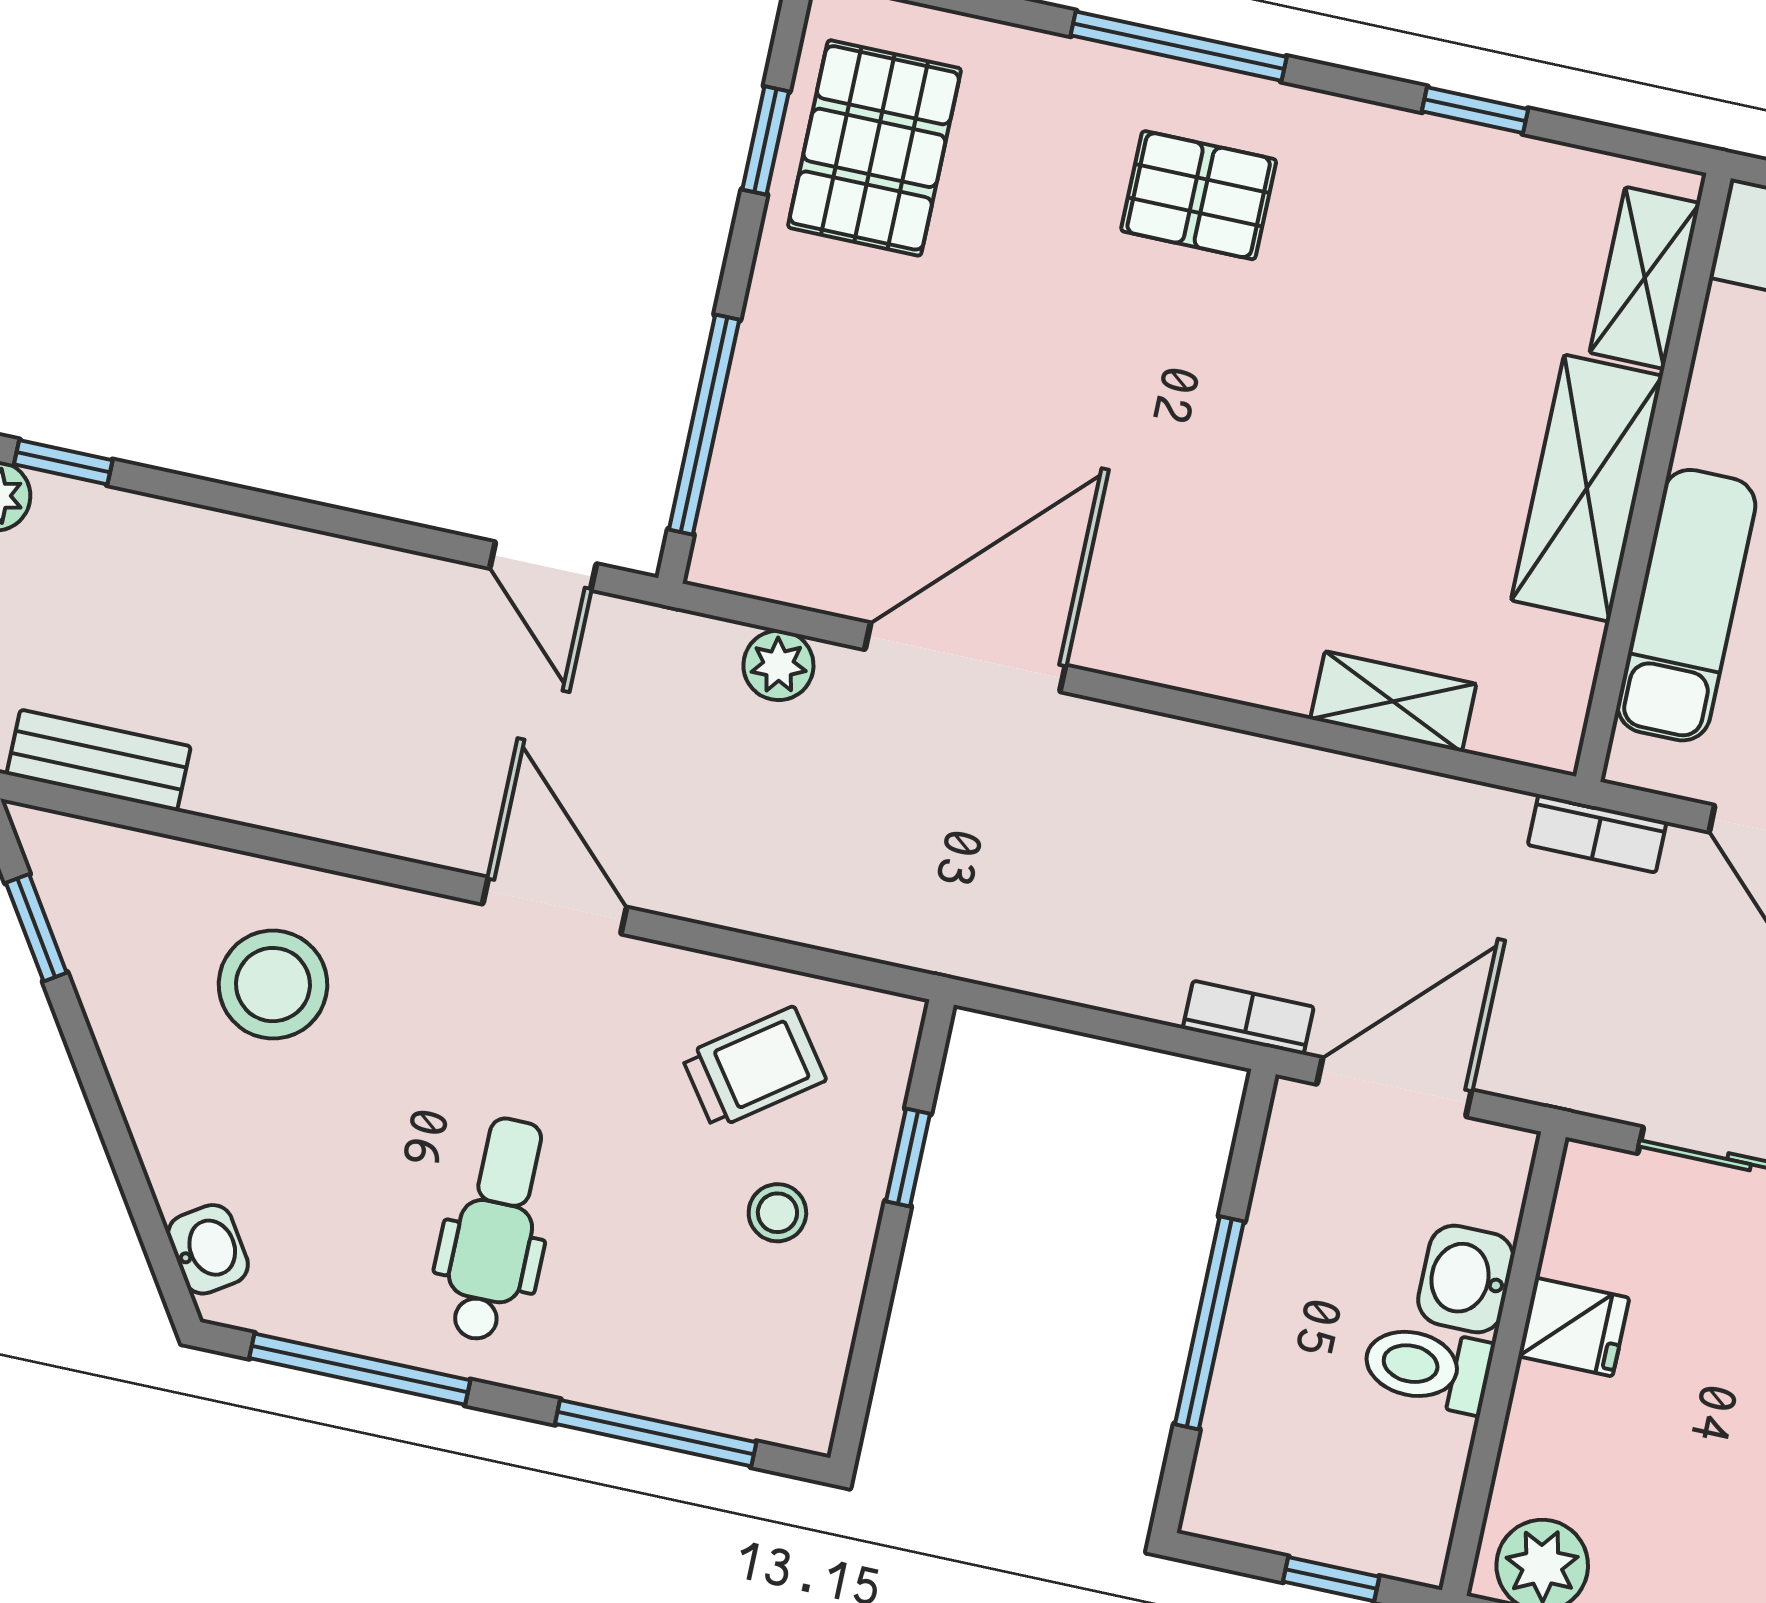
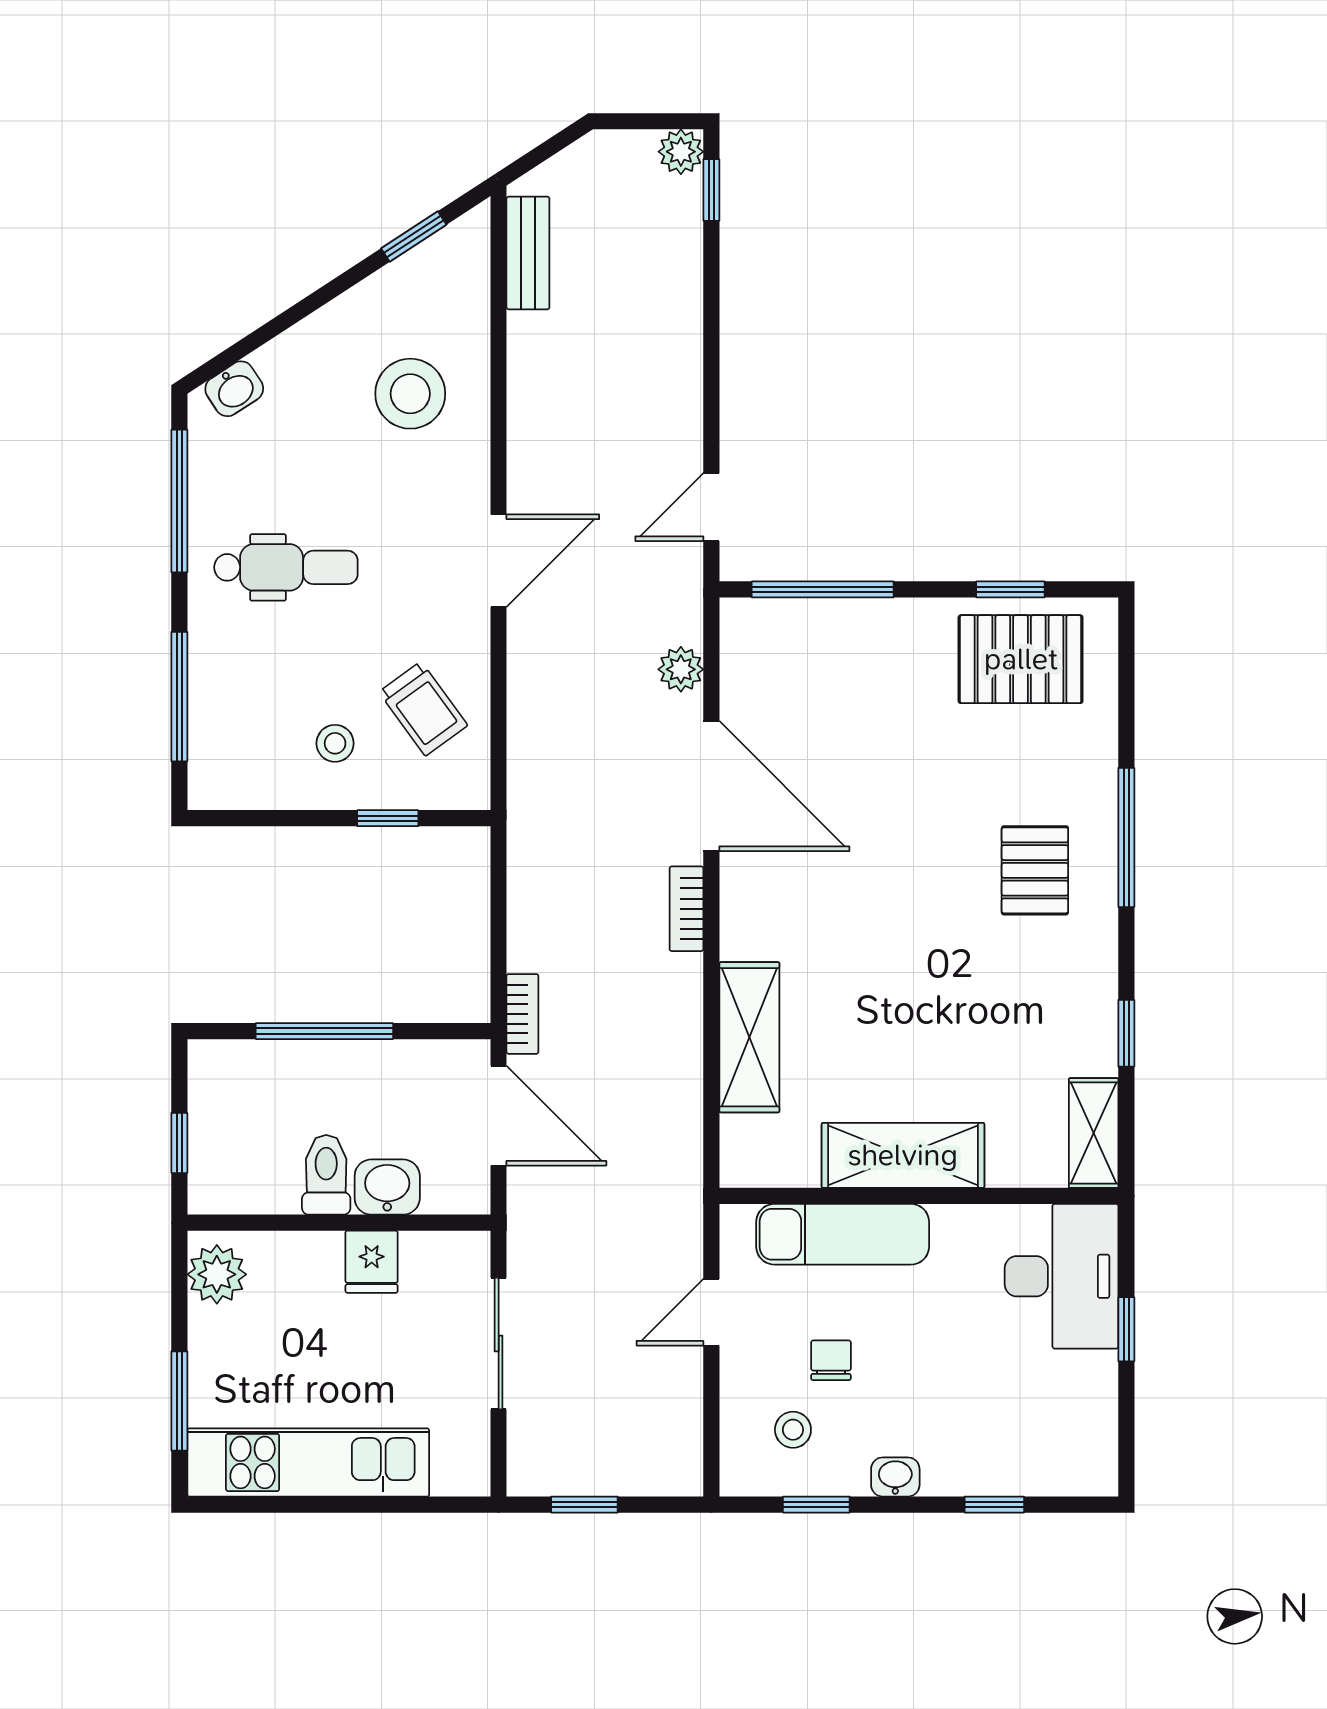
shelving: (1645, 278) -> (1094, 1133), moved, turned 90
shelving: (1393, 701) -> (749, 1037), width x1.50, depth x1.33
bookcase: (1597, 833) -> (686, 909), moved

